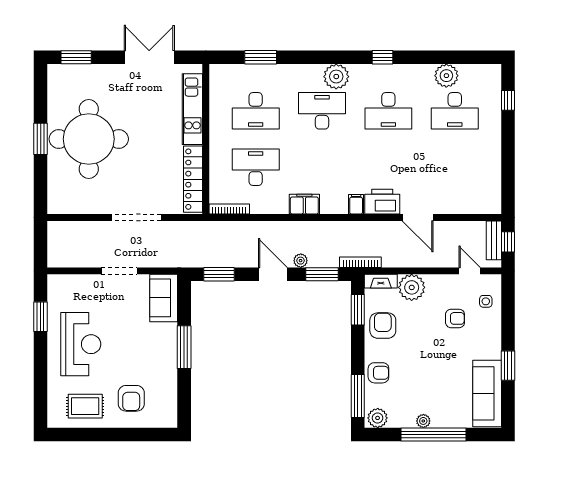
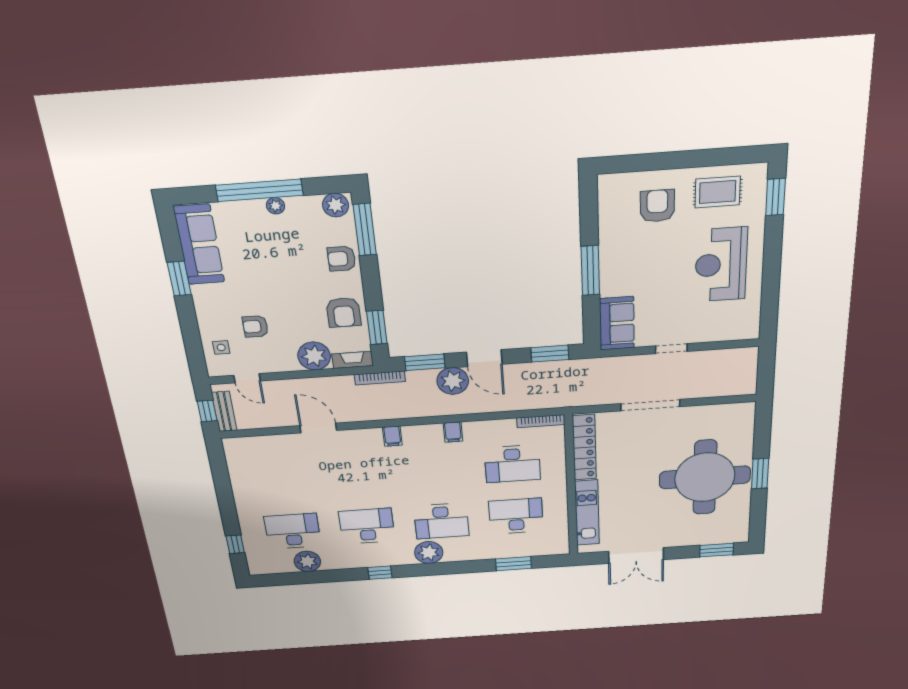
printer: (382, 202) -> (362, 441), removed
filing cabinet: (304, 204) -> (453, 432), width x0.50
plant: (301, 261) -> (453, 381), width x1.87, depth x1.87
doorway: (119, 271) -> (671, 349), width x0.73
window: (41, 317) -> (775, 197), moved

